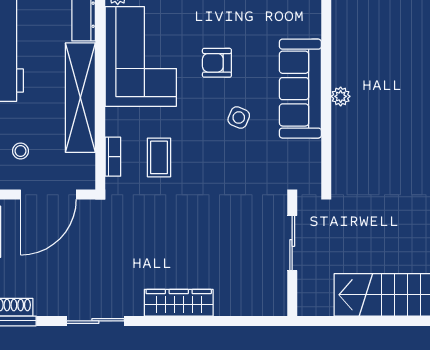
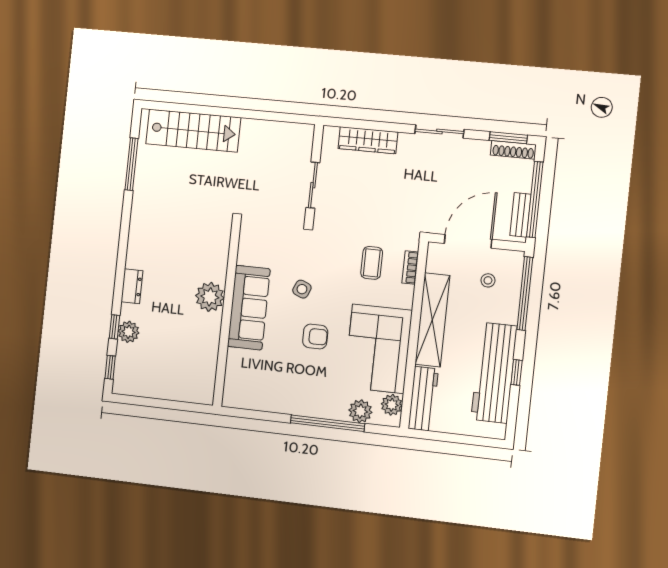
plant: (341, 96) -> (210, 297), width x1.88, depth x1.88
sliding door: (292, 243) -> (313, 185), moved
wall: (292, 258) -> (314, 173), moved

